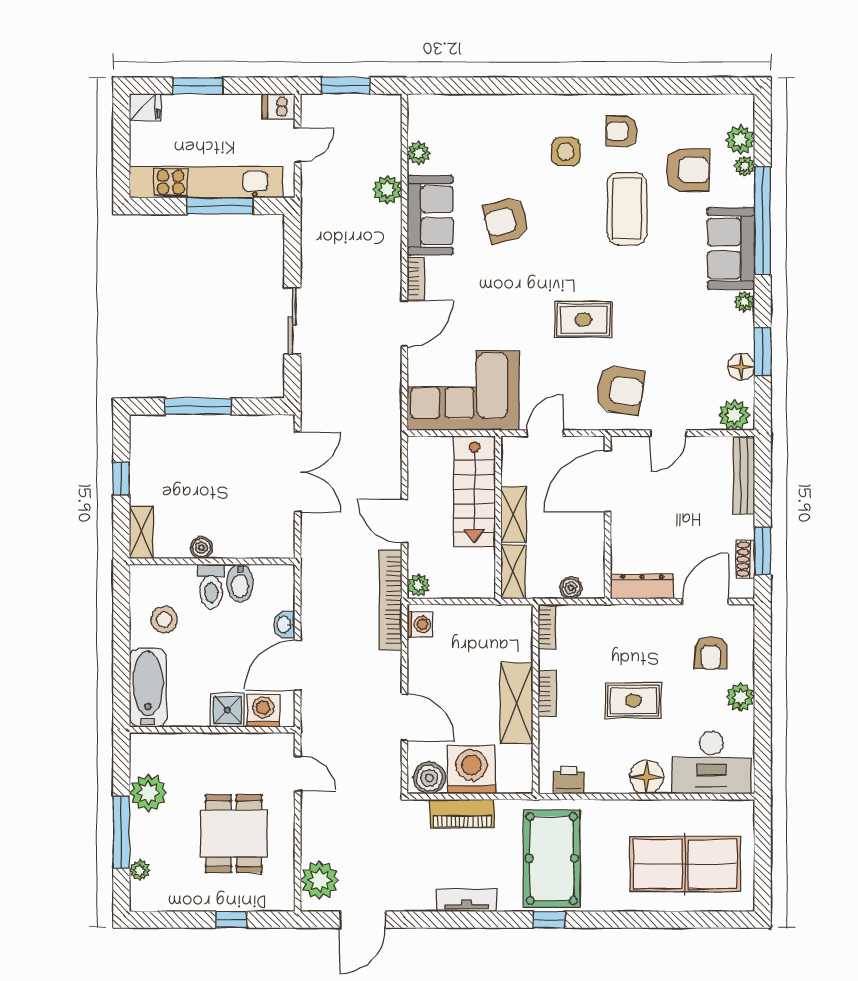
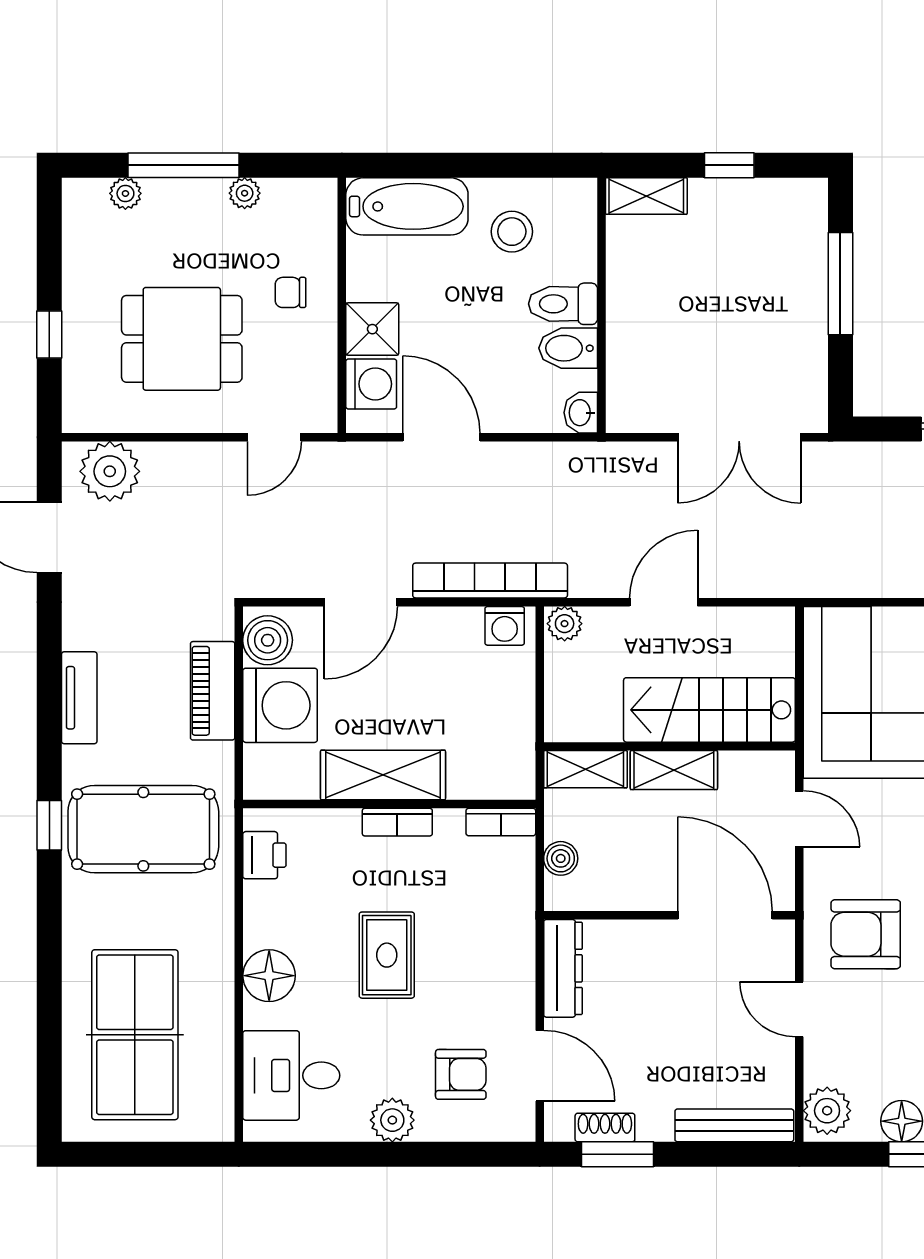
armchair: (620, 390) -> (866, 934), turned 81
boiler: (201, 548) -> (623, 289), removed
bookcase: (391, 600) -> (490, 580), moved
washbasin: (284, 624) -> (581, 413), moved, turned -90
armchair: (711, 653) -> (461, 1074), turned 180
chair: (204, 763) -> (291, 292), added
desk: (711, 763) -> (291, 1075), width x0.73
plant: (148, 793) -> (245, 193), width x0.53, depth x0.53

